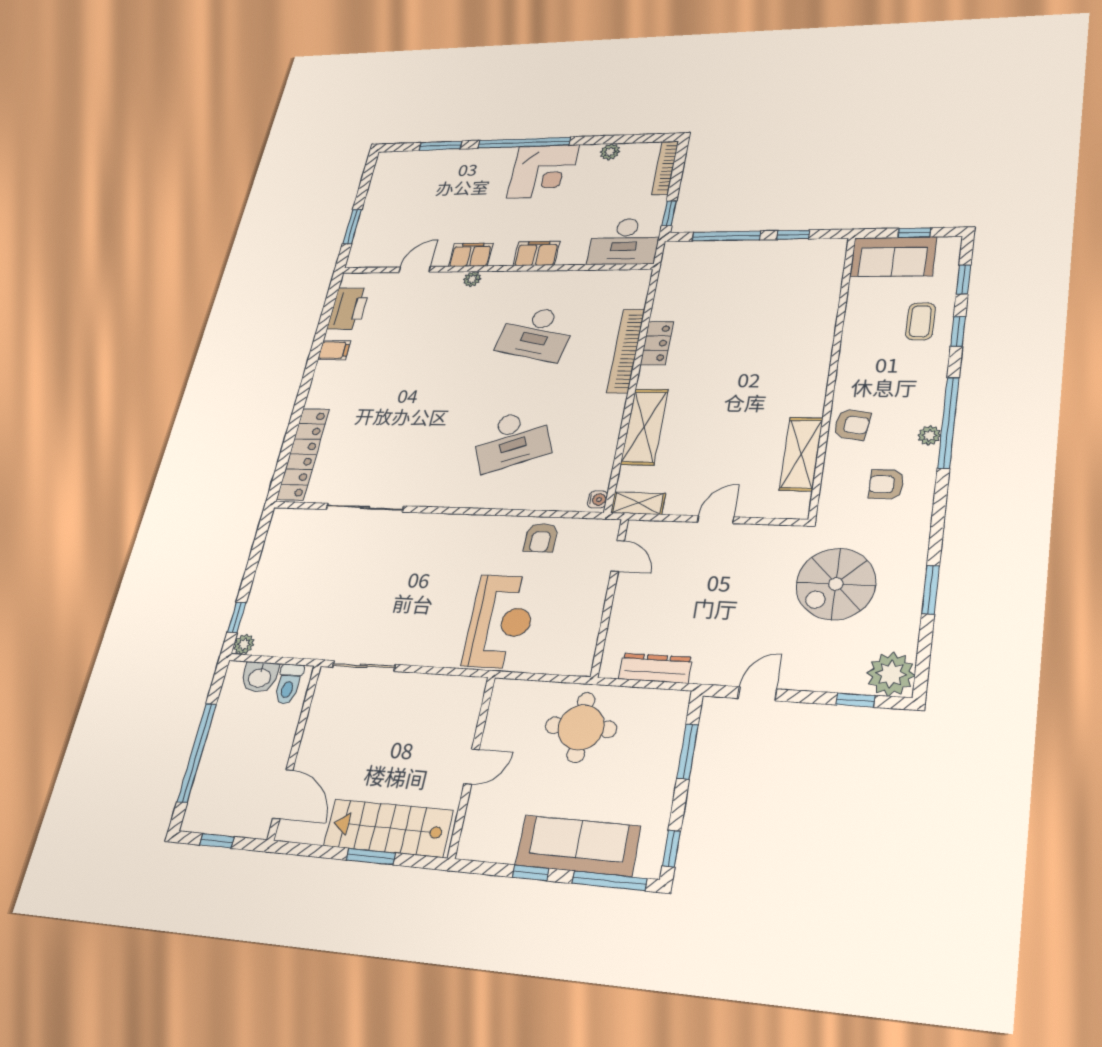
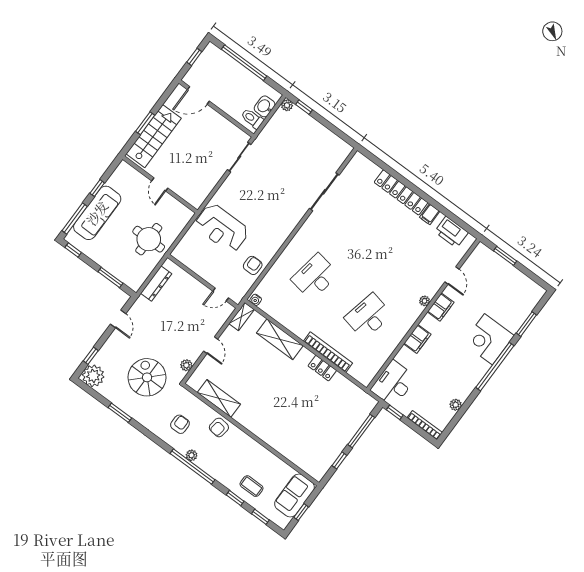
corner desk: (543, 171) -> (489, 339), moved
desk: (512, 440) -> (315, 277), turned 30
locker: (303, 454) -> (401, 192), moved
plant: (774, 536) -> (186, 365), added
armchair: (541, 538) -> (253, 265), turned 90

